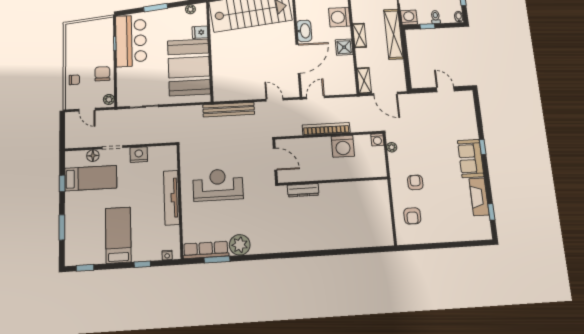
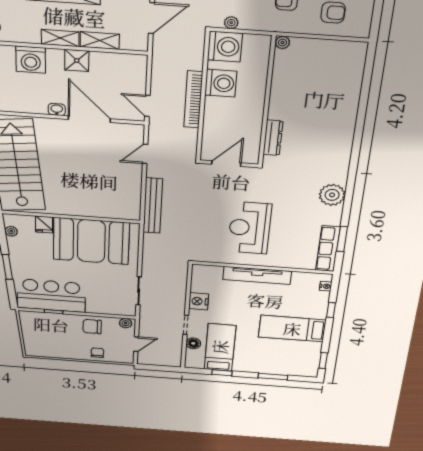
washbasin: (304, 31) -> (57, 109), width x0.52, depth x0.69
shelving: (364, 81) -> (100, 41), moved
washing machine: (377, 140) -> (225, 47), width x1.89, depth x1.89
plant: (383, 185) -> (283, 43), added
plant: (240, 245) -> (332, 195), moved

